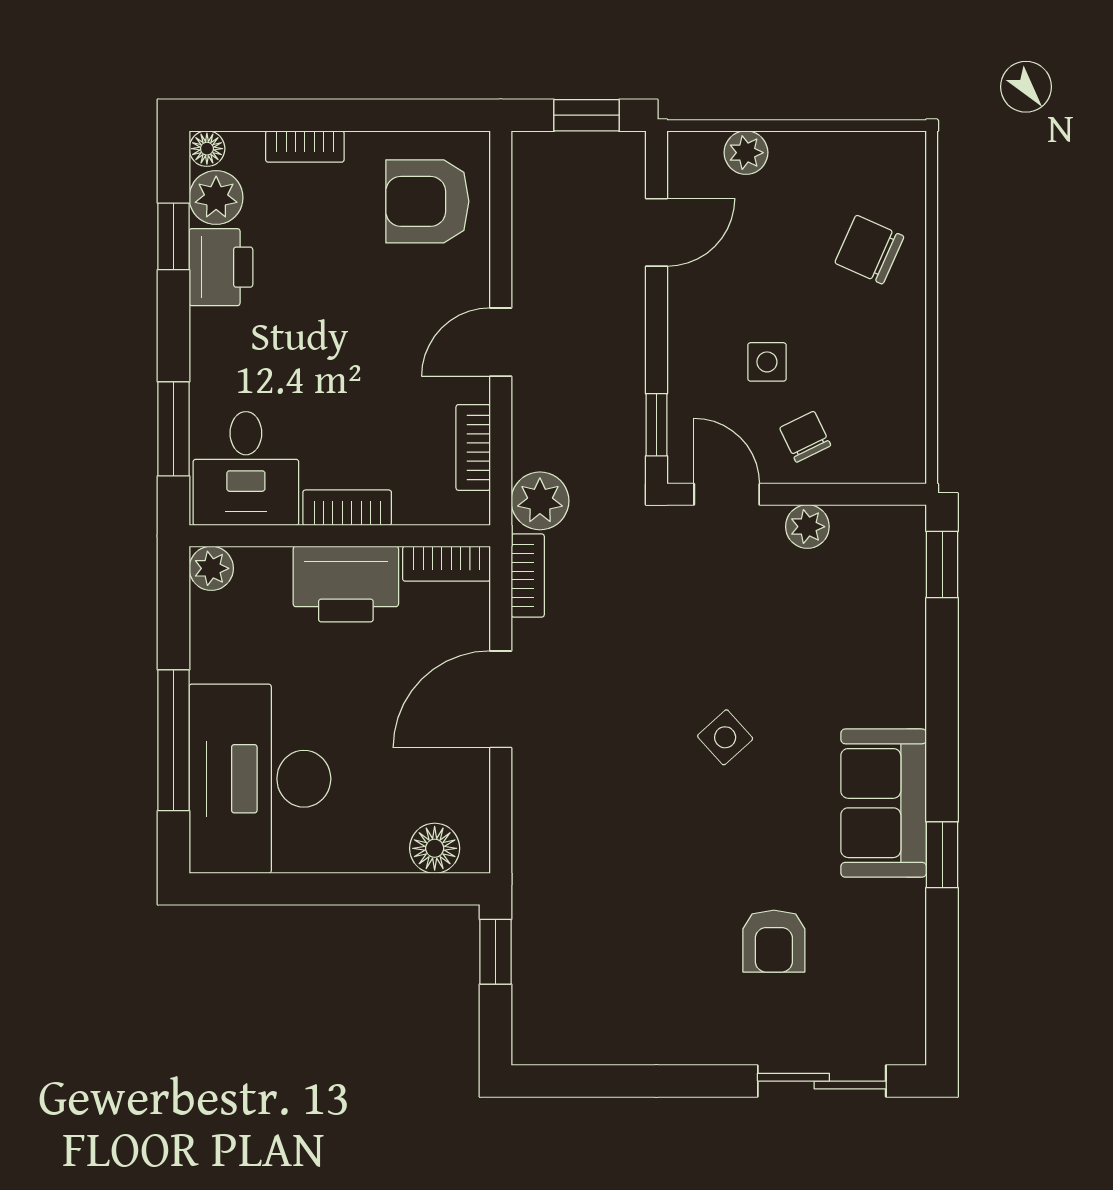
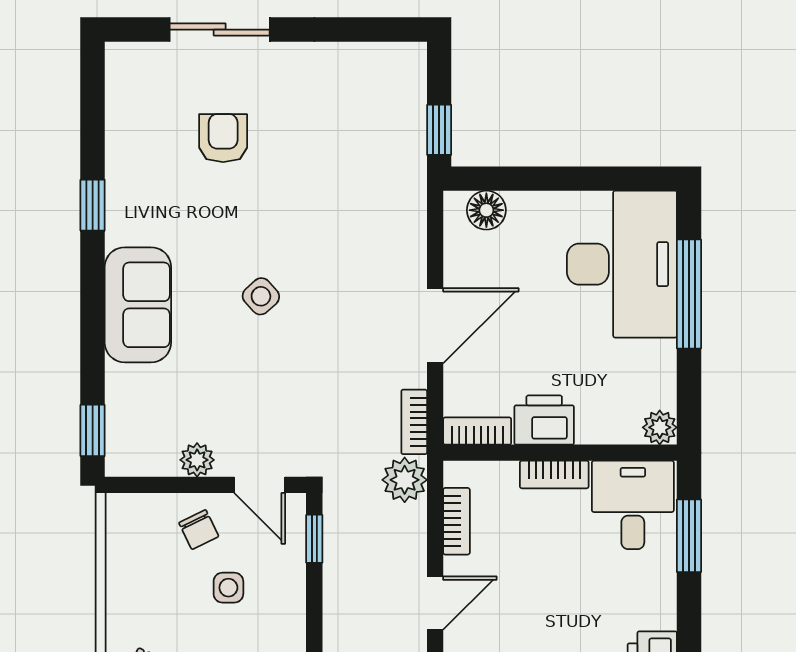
printer: (346, 584) -> (544, 420), width x0.73, depth x0.84
sofa: (884, 803) -> (138, 305), moved
sliding door: (822, 1081) -> (220, 30), moved

